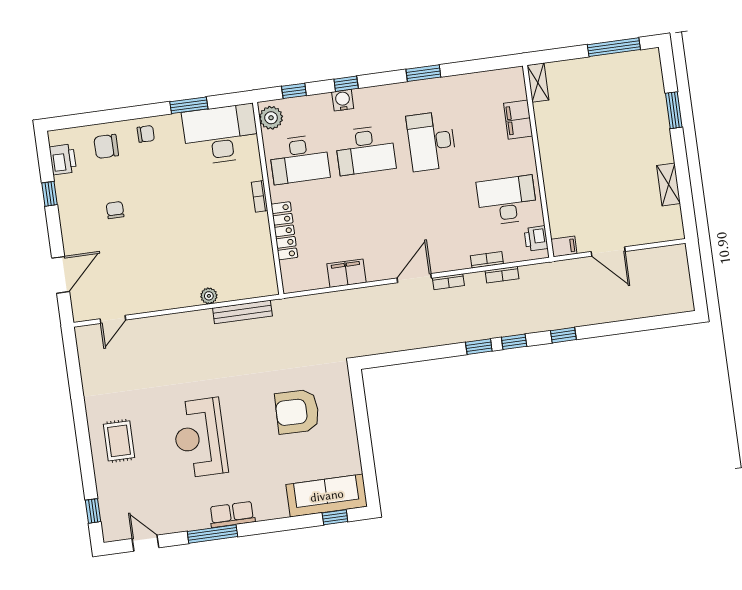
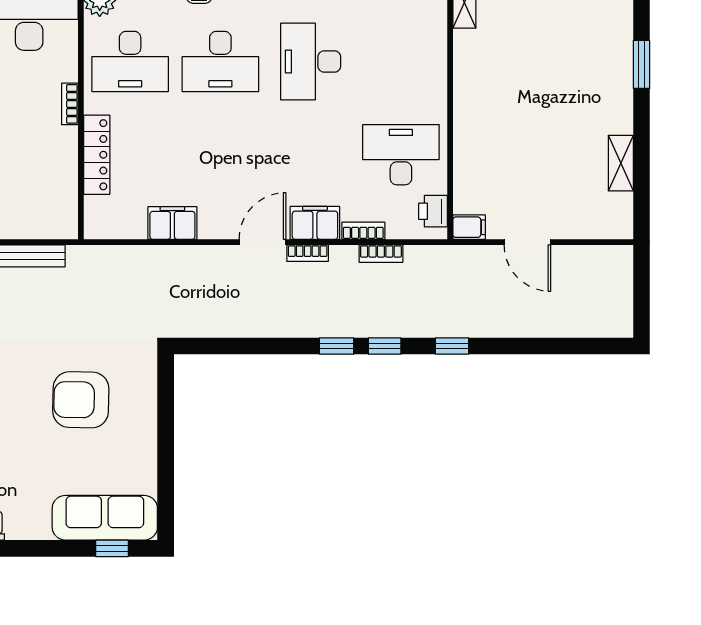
filing cabinet: (518, 120) -> (315, 223), moved, turned 90

